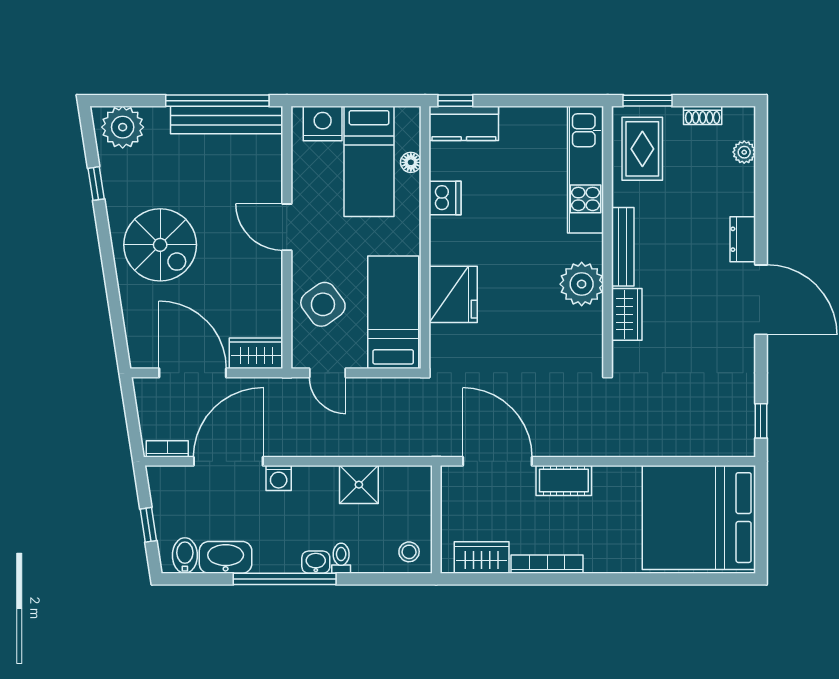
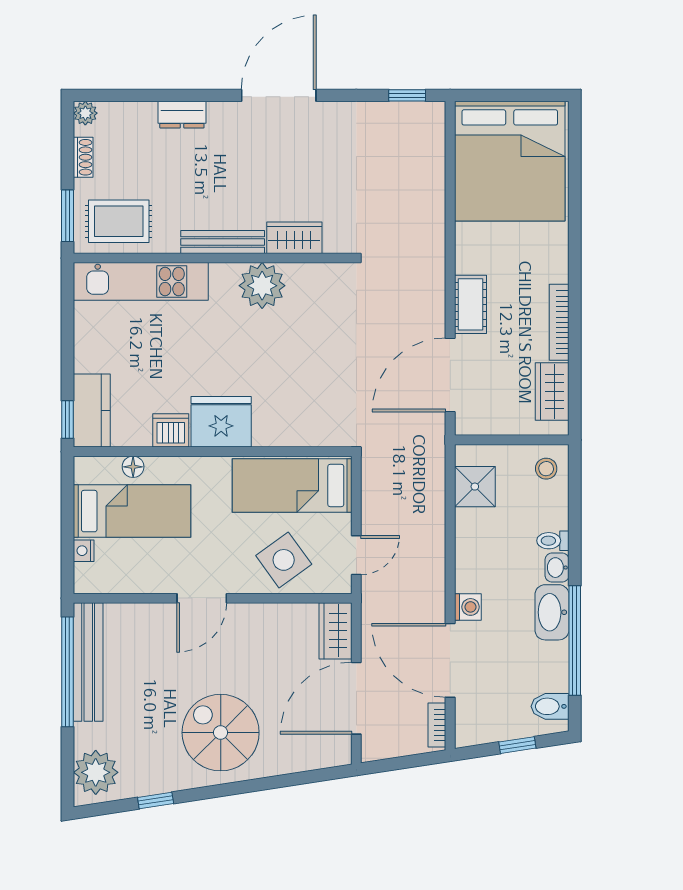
nightstand: (323, 123) -> (84, 551), width x0.53, depth x0.56
plant: (744, 152) -> (85, 113), moved
dresser: (743, 239) -> (182, 115), moved
spiral stairs: (160, 245) -> (221, 733), turned -90
fridge: (453, 294) -> (221, 422), moved
shower: (359, 485) -> (475, 487), moved
washbasin: (226, 557) -> (552, 612), moved
window: (285, 579) -> (575, 641), moved

